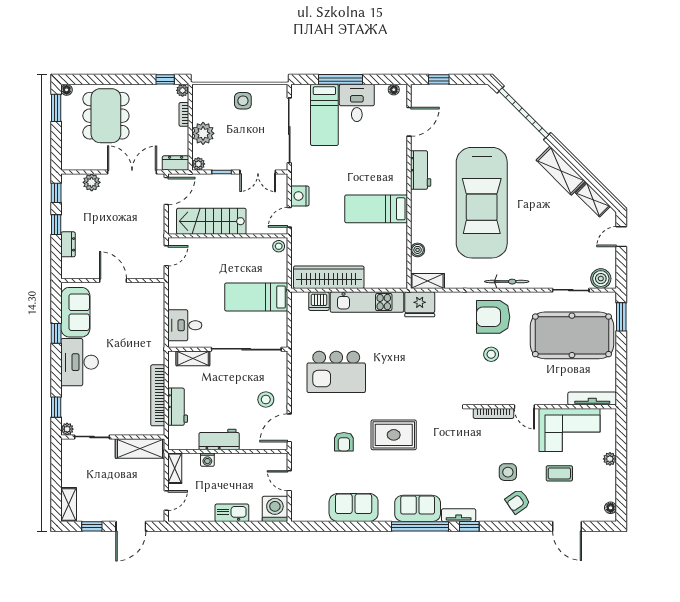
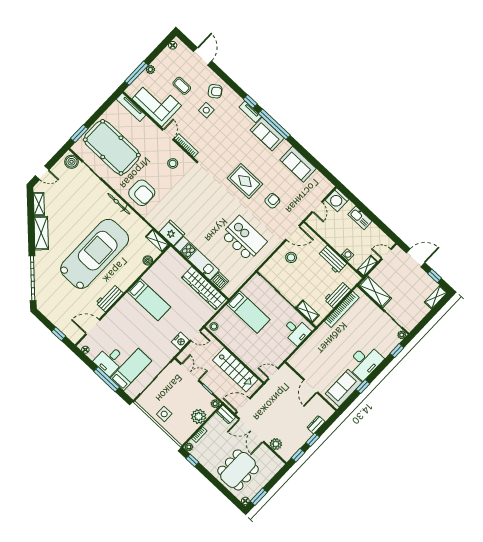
stool: (491, 354) -> (173, 163), moved
window: (621, 441) -> (136, 73), added

